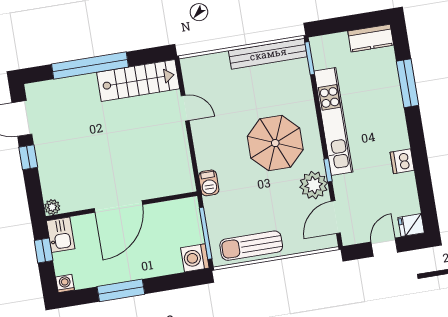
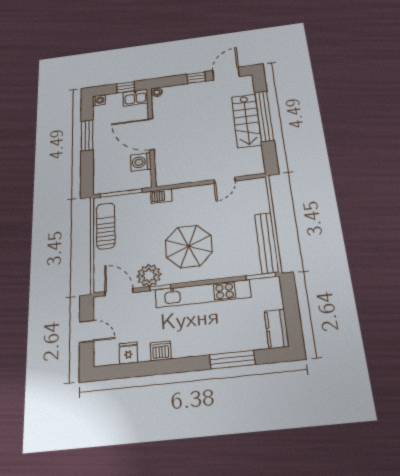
stairs: (138, 80) -> (246, 121), moved
fridge: (411, 225) -> (128, 353), moved
washing machine: (195, 258) -> (141, 162), moved, turned -90

